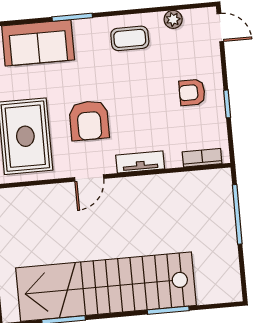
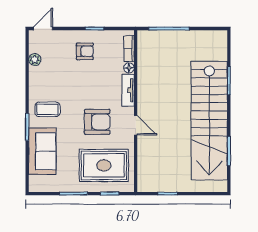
coffee table: (130, 38) -> (48, 109), moved, turned 90
armchair: (192, 92) -> (85, 51), turned -90
floor lamp: (173, 160) -> (129, 68), added

